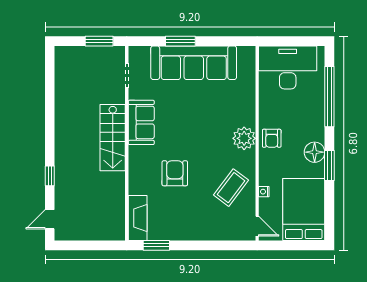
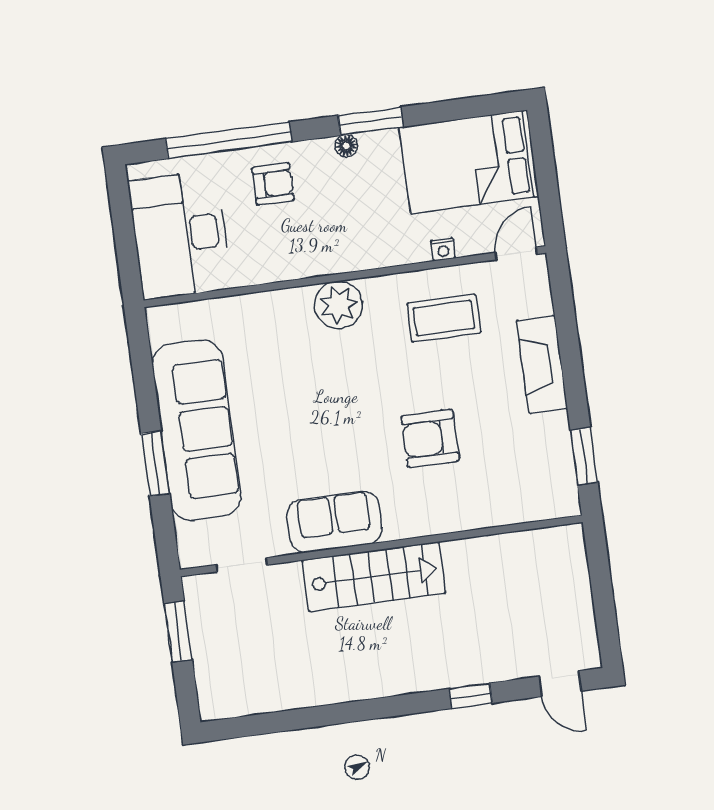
armchair: (272, 138) -> (273, 184), moved
floor lamp: (315, 152) -> (346, 146), width x0.53, depth x0.53
coffee table: (231, 188) -> (444, 318), turned -37
fireplace: (138, 218) -> (542, 365), moved, turned -90

